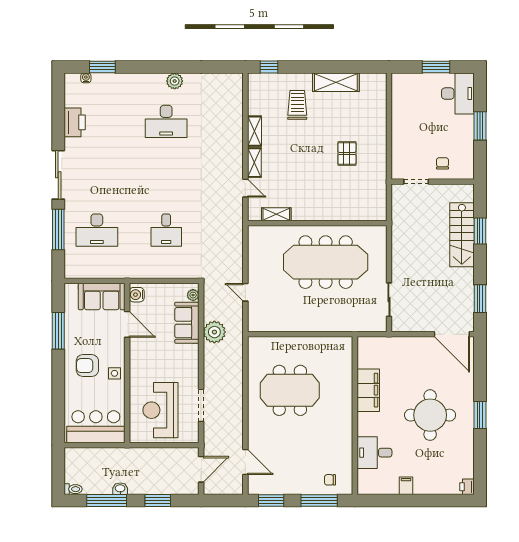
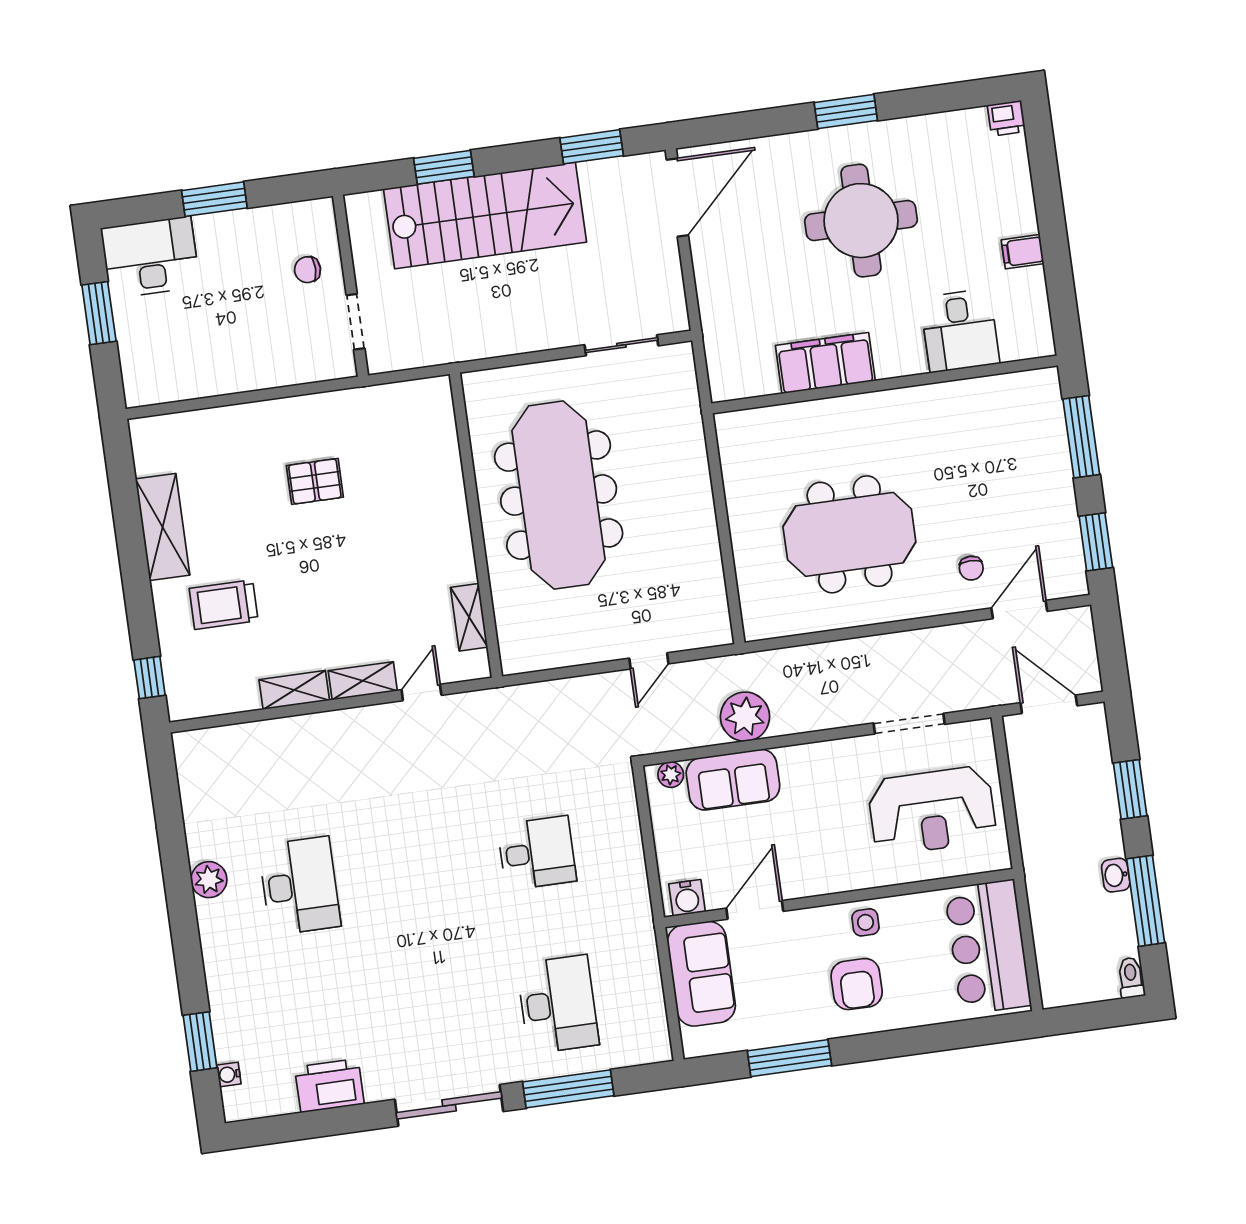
stairs: (462, 235) -> (485, 216), width x1.36, depth x1.51
meeting table: (290, 390) -> (849, 534), turned 90
chair: (330, 480) -> (971, 568), moved

